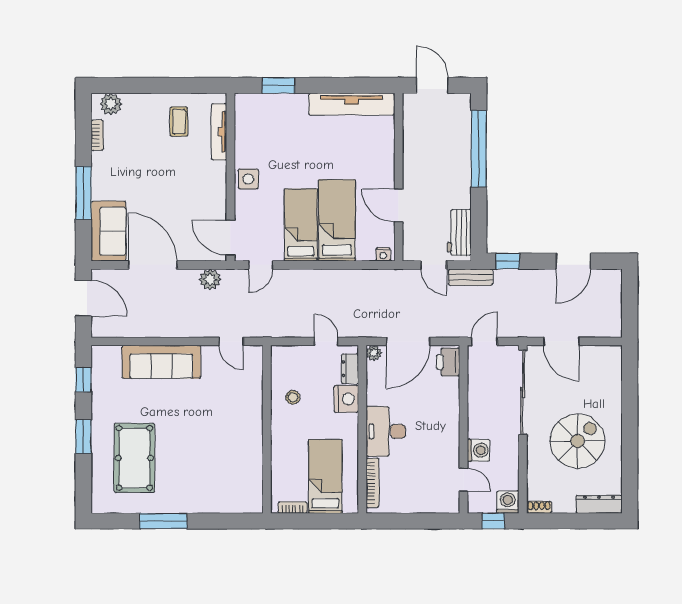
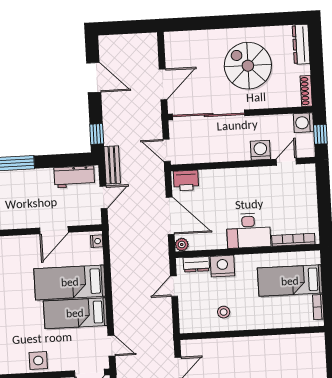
shoe rack: (539, 507) -> (306, 91), width x1.43

